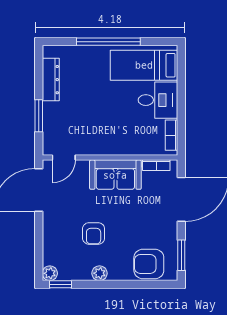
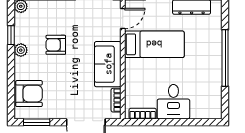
bed: (144, 65) -> (154, 44), moved, turned 90
door: (64, 158) -> (123, 19), swing flipped
armchair: (149, 264) -> (29, 94), turned 90
window: (60, 284) -> (11, 35), moved

